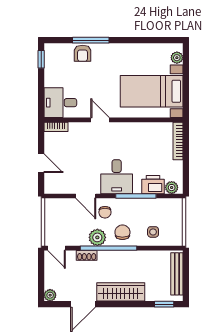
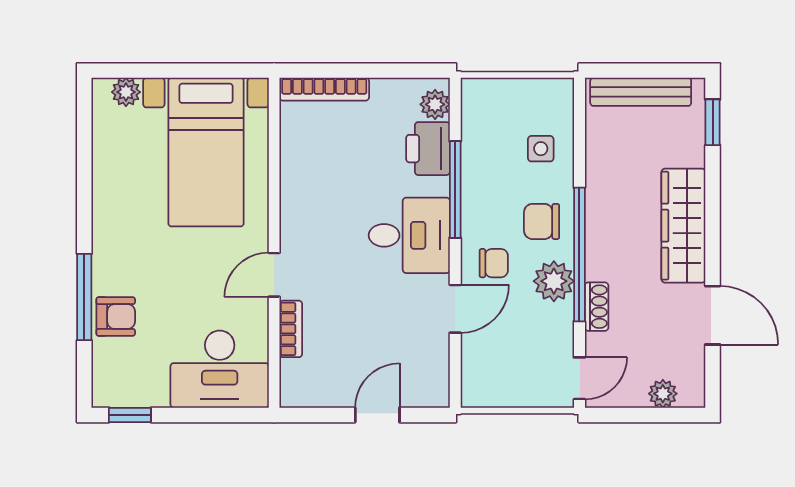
desk: (60, 103) -> (220, 369), width x1.37
bookcase: (56, 127) -> (291, 329), moved
plant: (50, 295) -> (663, 394), moved

